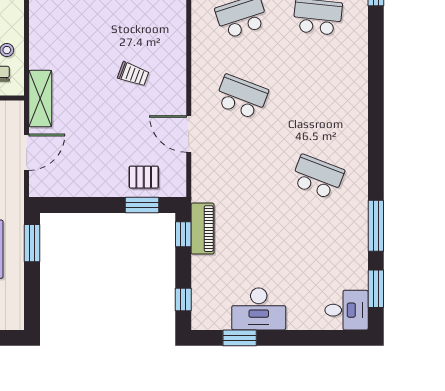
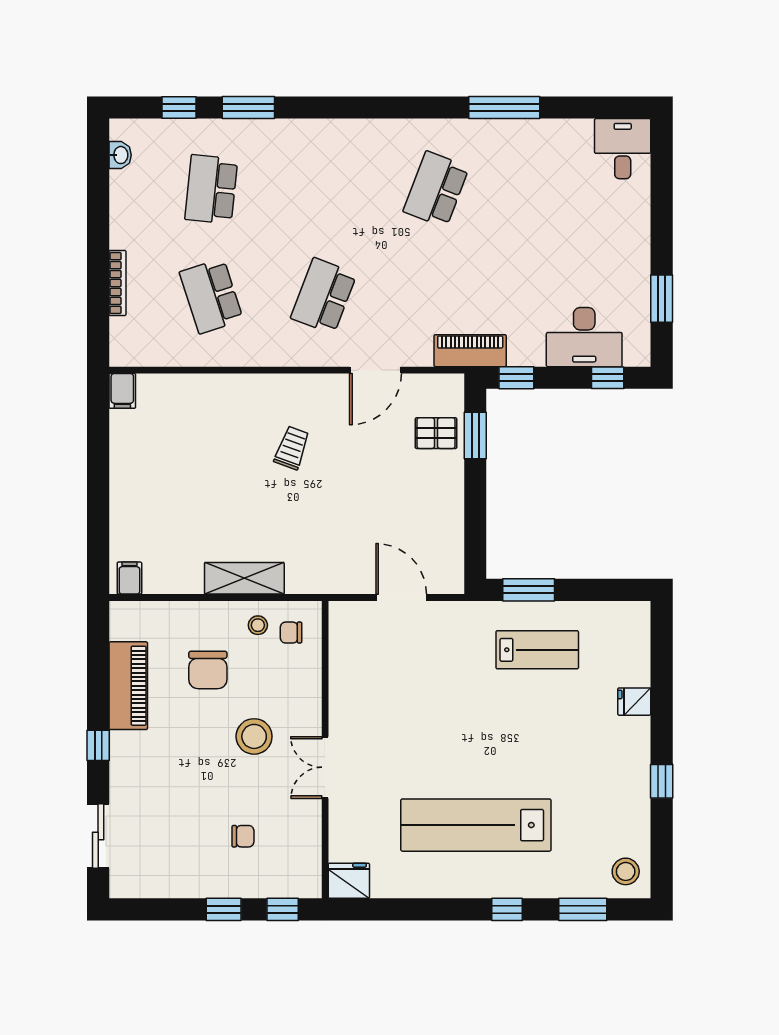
shelving: (40, 99) -> (244, 578), moved
pallet: (144, 177) -> (436, 433), turned 90
piano: (203, 229) -> (470, 351), moved
window: (376, 289) -> (248, 108), moved
desk: (259, 309) -> (584, 337), moved, turned 90

